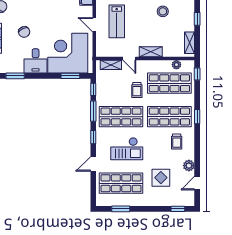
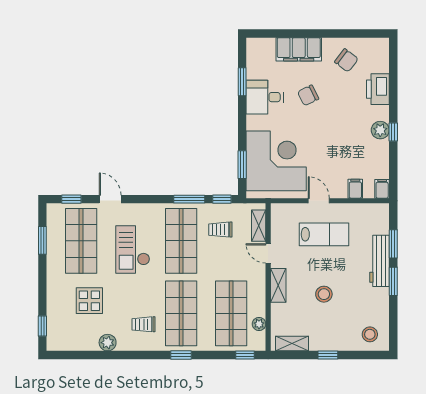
stool: (163, 11) -> (324, 294), moved
lab bench: (117, 21) -> (324, 234), turned 180
door: (94, 25) -> (319, 201), hinge flipped
door: (129, 59) -> (268, 253), hinge flipped
desk: (36, 61) -> (265, 97), moved
trolley: (137, 90) -> (220, 230), moved
window: (93, 137) -> (71, 199), moved
door: (197, 183) -> (81, 355), removed

